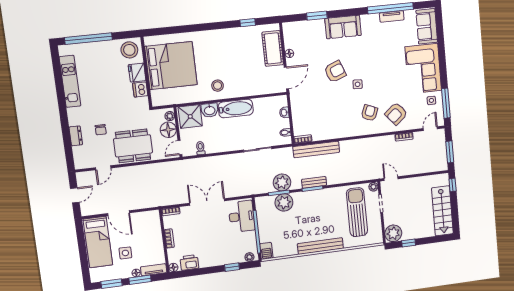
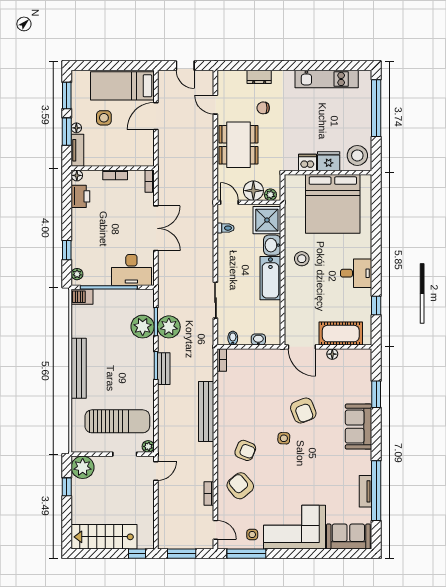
desk: (224, 41) -> (356, 273), added
bench: (316, 149) -> (206, 411), moved

